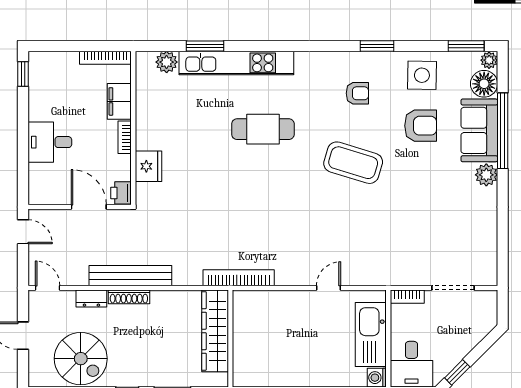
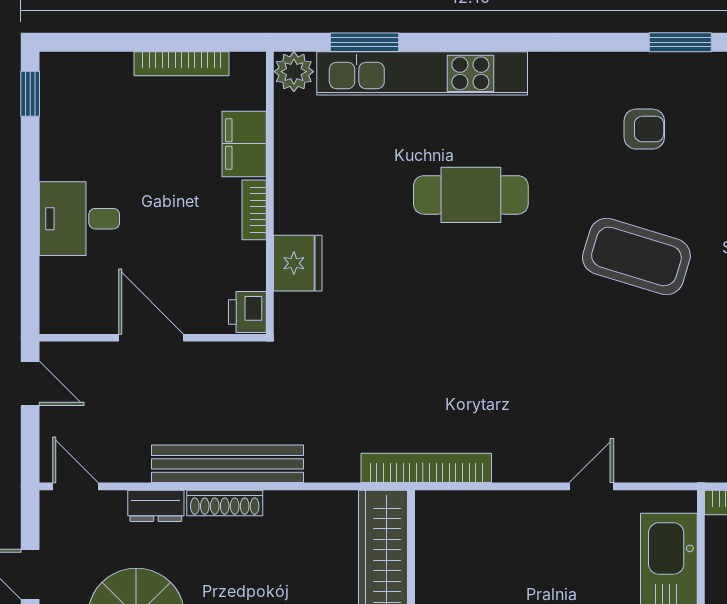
filing cabinet: (119, 101) -> (244, 144), moved
wall: (133, 128) -> (270, 193), moved
bookcase: (125, 137) -> (254, 210), moved
fridge: (148, 166) -> (298, 263), moved
printer: (121, 193) -> (247, 312), moved

